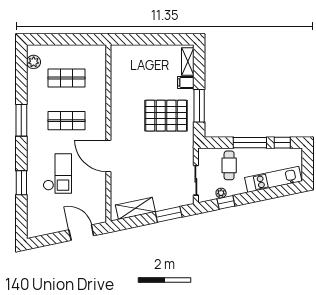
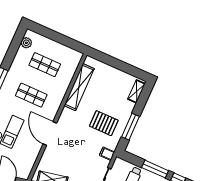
filing cabinet: (186, 82) -> (107, 154), moved
shelving: (118, 86) -> (79, 87), added
pallet: (166, 116) -> (104, 123), width x0.73, depth x0.71

